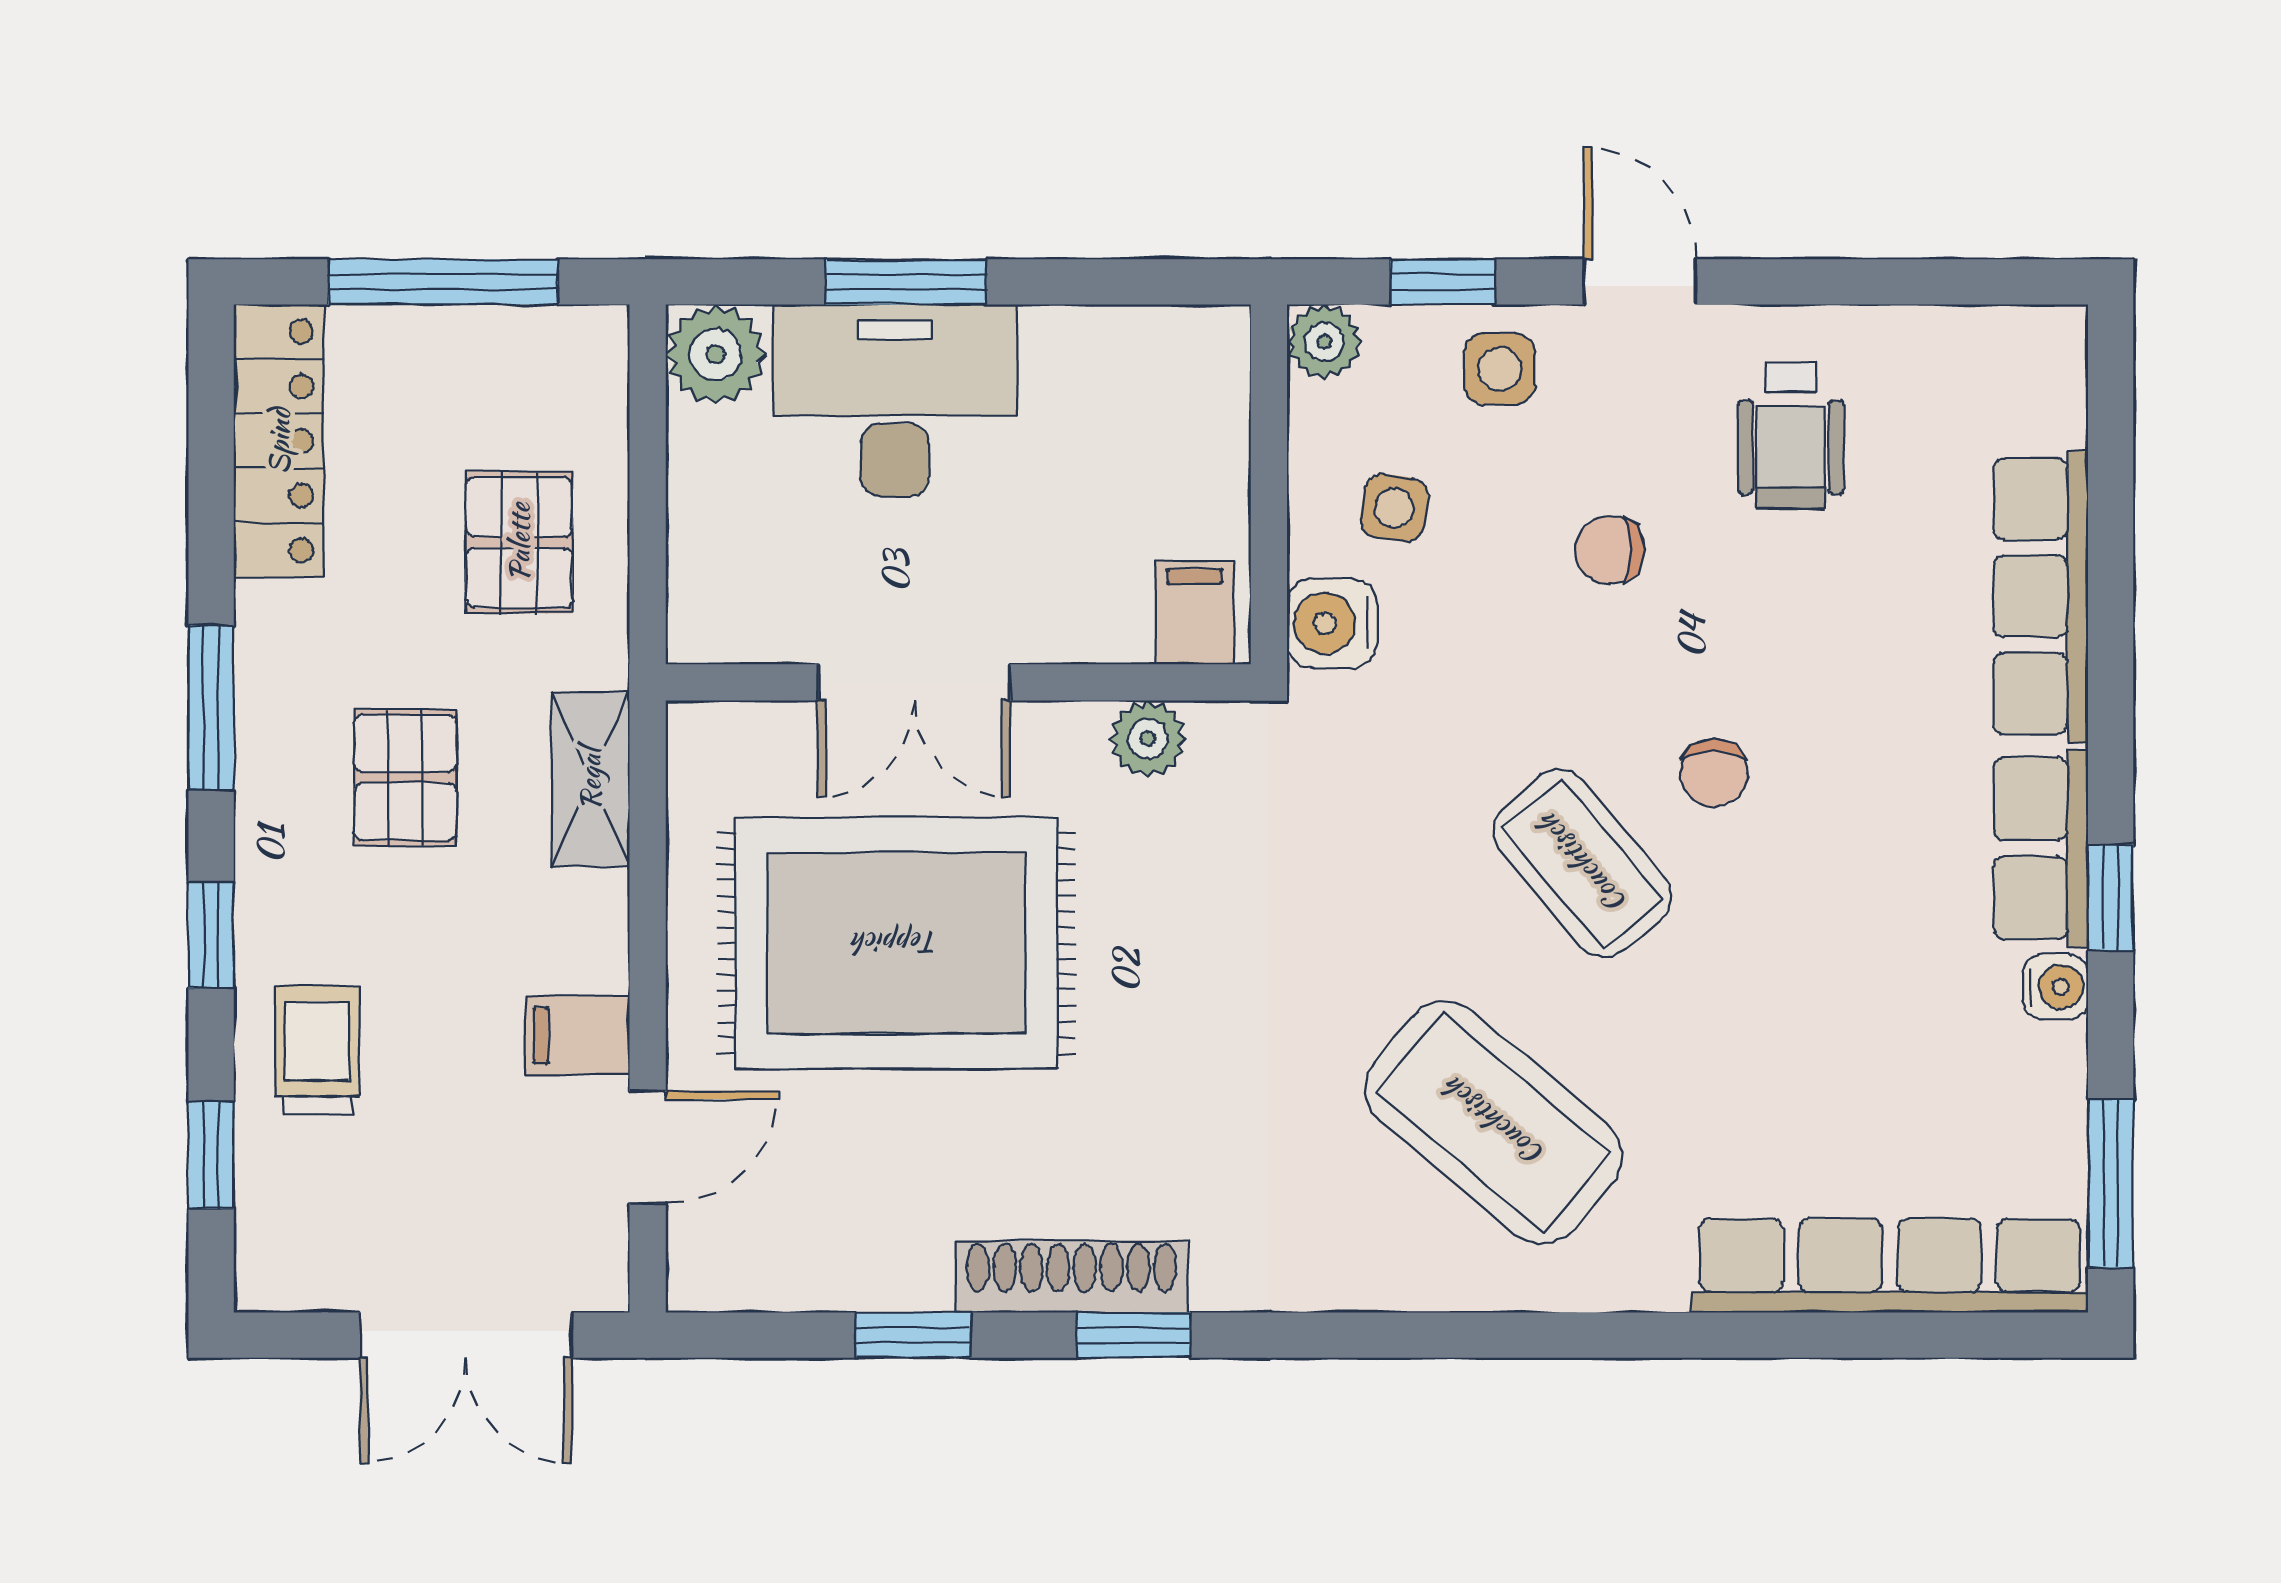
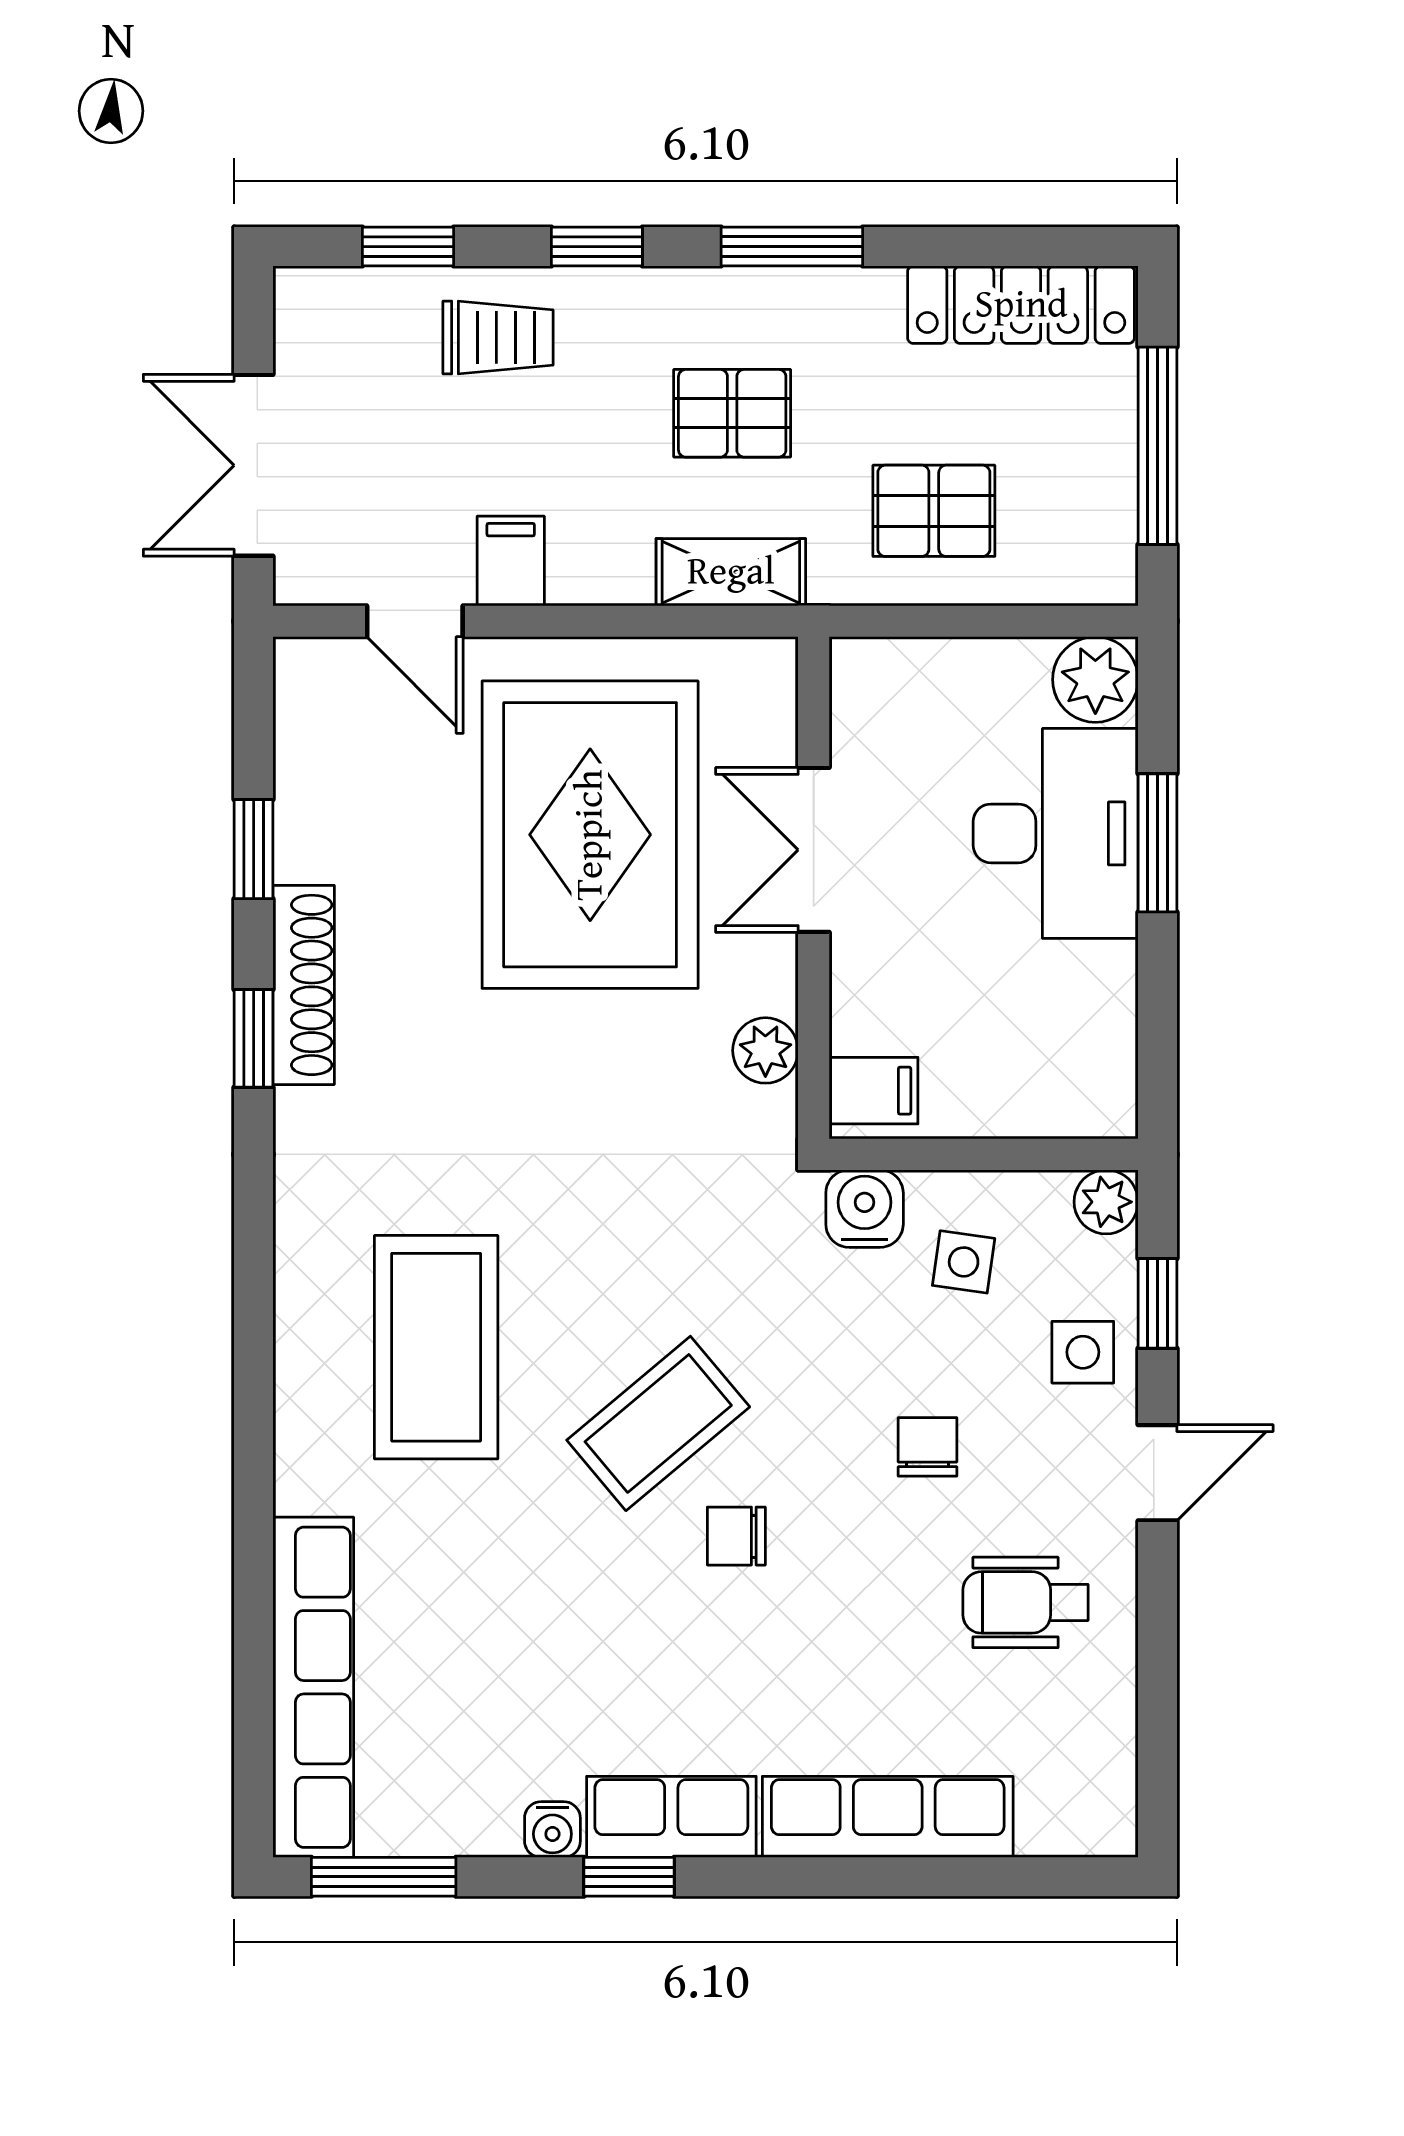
coffee table: (1494, 1122) -> (436, 1347), turned -40

